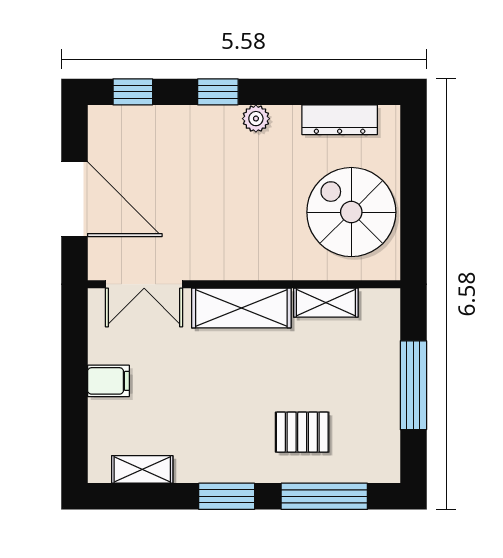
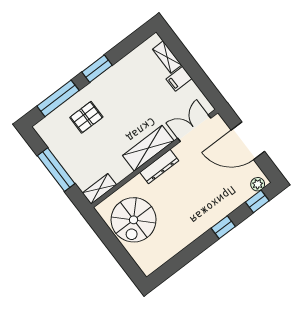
plant: (256, 119) -> (258, 184), moved
dresser: (340, 120) -> (159, 167), moved, turned 180
spiral stairs: (351, 212) -> (134, 220), turned 90
shelving: (326, 303) -> (99, 189), moved
shelving: (142, 469) -> (167, 57), moved, turned 90

